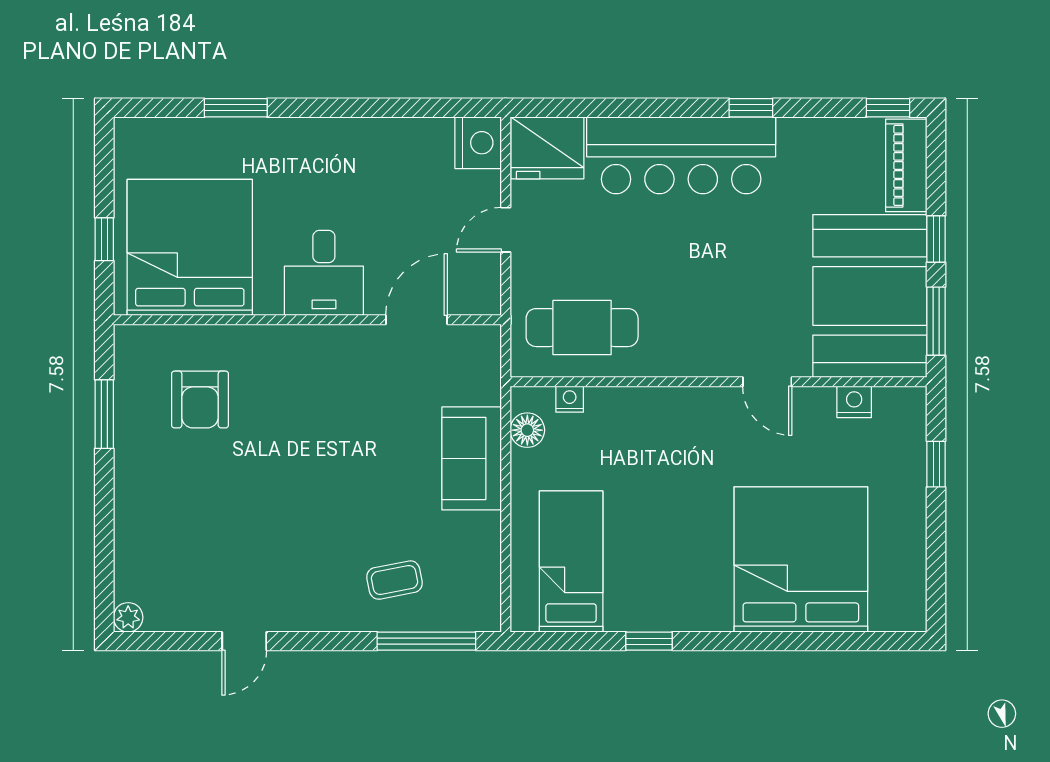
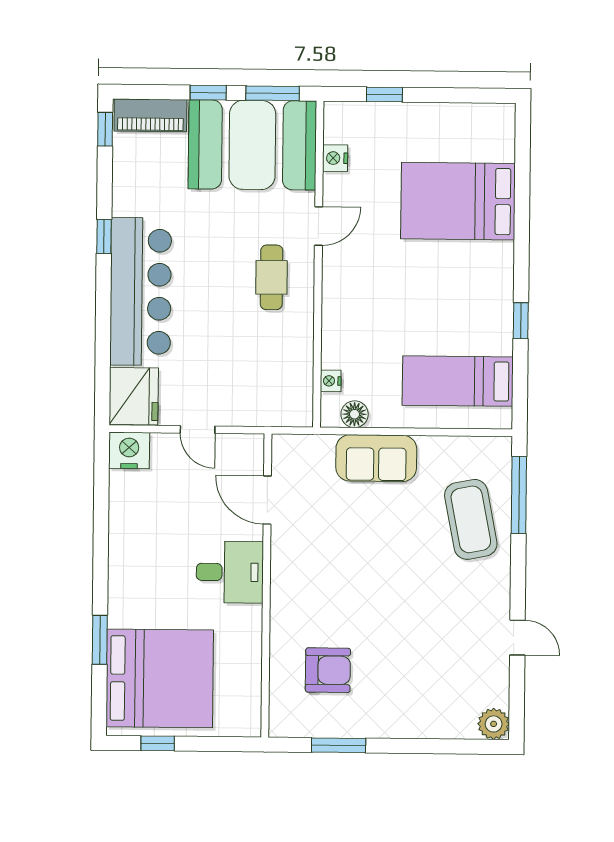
window: (104, 239) -> (158, 743), moved
bed: (190, 247) -> (160, 678), moved, turned 180
cafe table: (582, 328) -> (271, 277), moved, width x0.73, depth x0.74
bed: (801, 559) -> (458, 201), width x0.73
coffee table: (395, 580) -> (471, 519), width x1.86, depth x1.72
plant: (128, 617) -> (494, 724), width x1.38, depth x1.38

